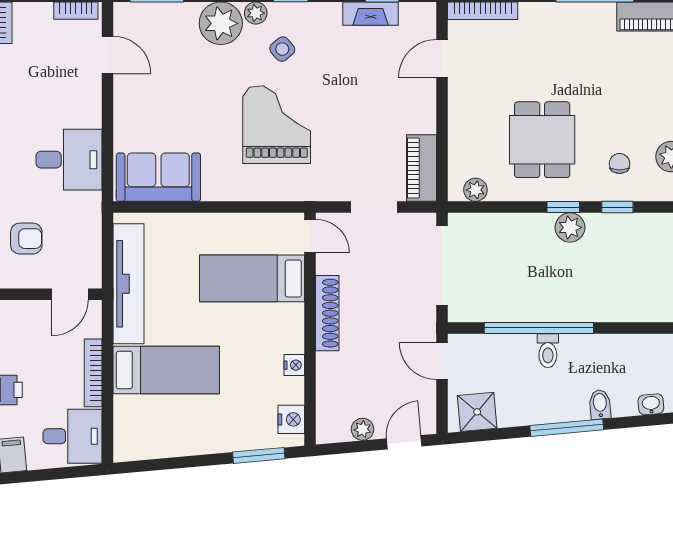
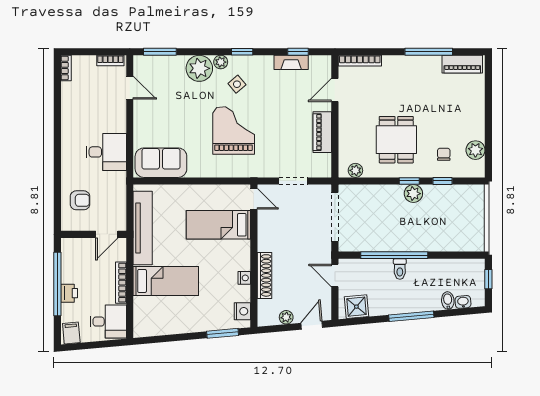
piano: (421, 168) -> (322, 132), moved
shoe rack: (327, 313) -> (264, 275), moved
bidet: (600, 404) -> (448, 301), moved

